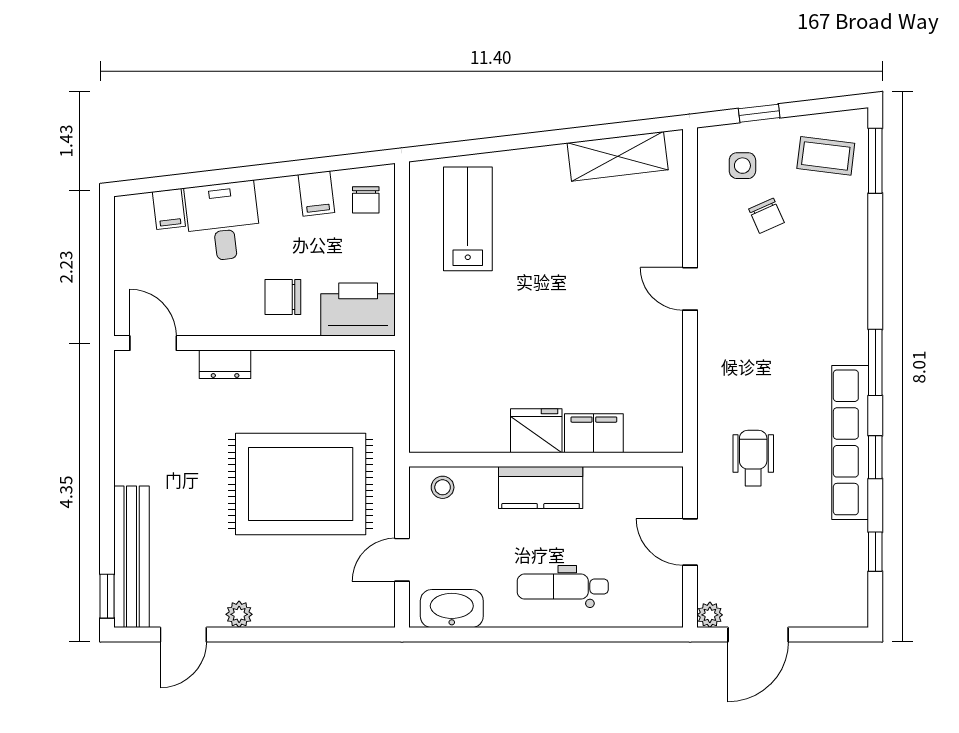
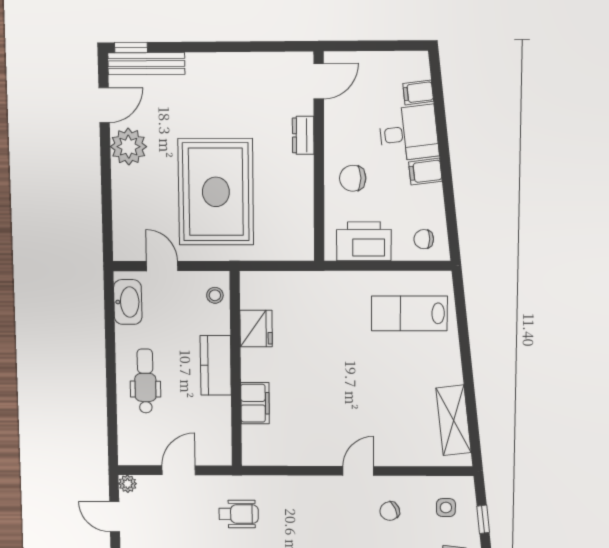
filing cabinet: (316, 194) -> (425, 172), moved
chair: (766, 216) -> (390, 511), moved
lab bench: (468, 219) -> (409, 313), turned 180
chair: (283, 297) -> (353, 178), turned -90
printer: (358, 310) -> (364, 241), moved, turned -90
fridge: (536, 431) -> (256, 329), moved
bench: (132, 557) -> (146, 64), width x0.73, depth x0.82
plant: (239, 614) -> (128, 147), width x1.88, depth x1.88
door: (183, 635) -> (104, 105), swing flipped
door: (758, 635) -> (115, 517), width x0.73

